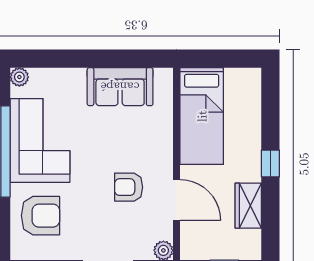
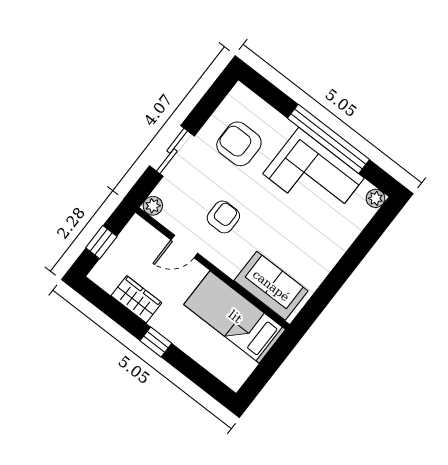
sofa: (120, 87) -> (271, 286), moved, turned 90
door: (176, 200) -> (184, 246), width x0.73
armchair: (41, 216) -> (239, 144), moved, turned 90

